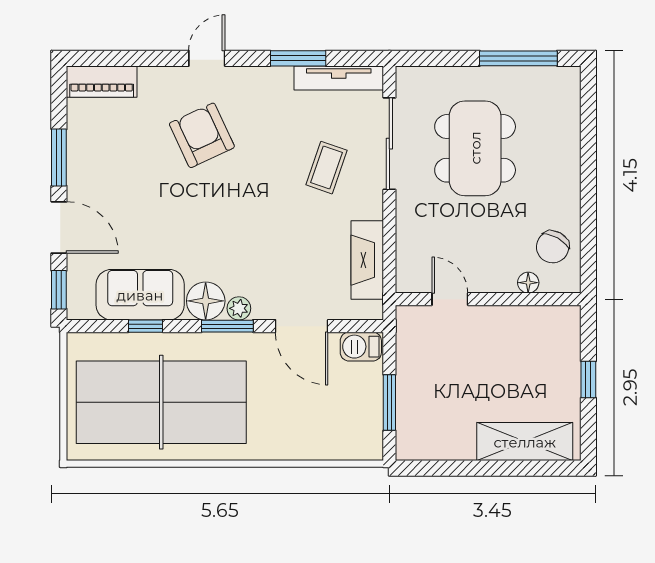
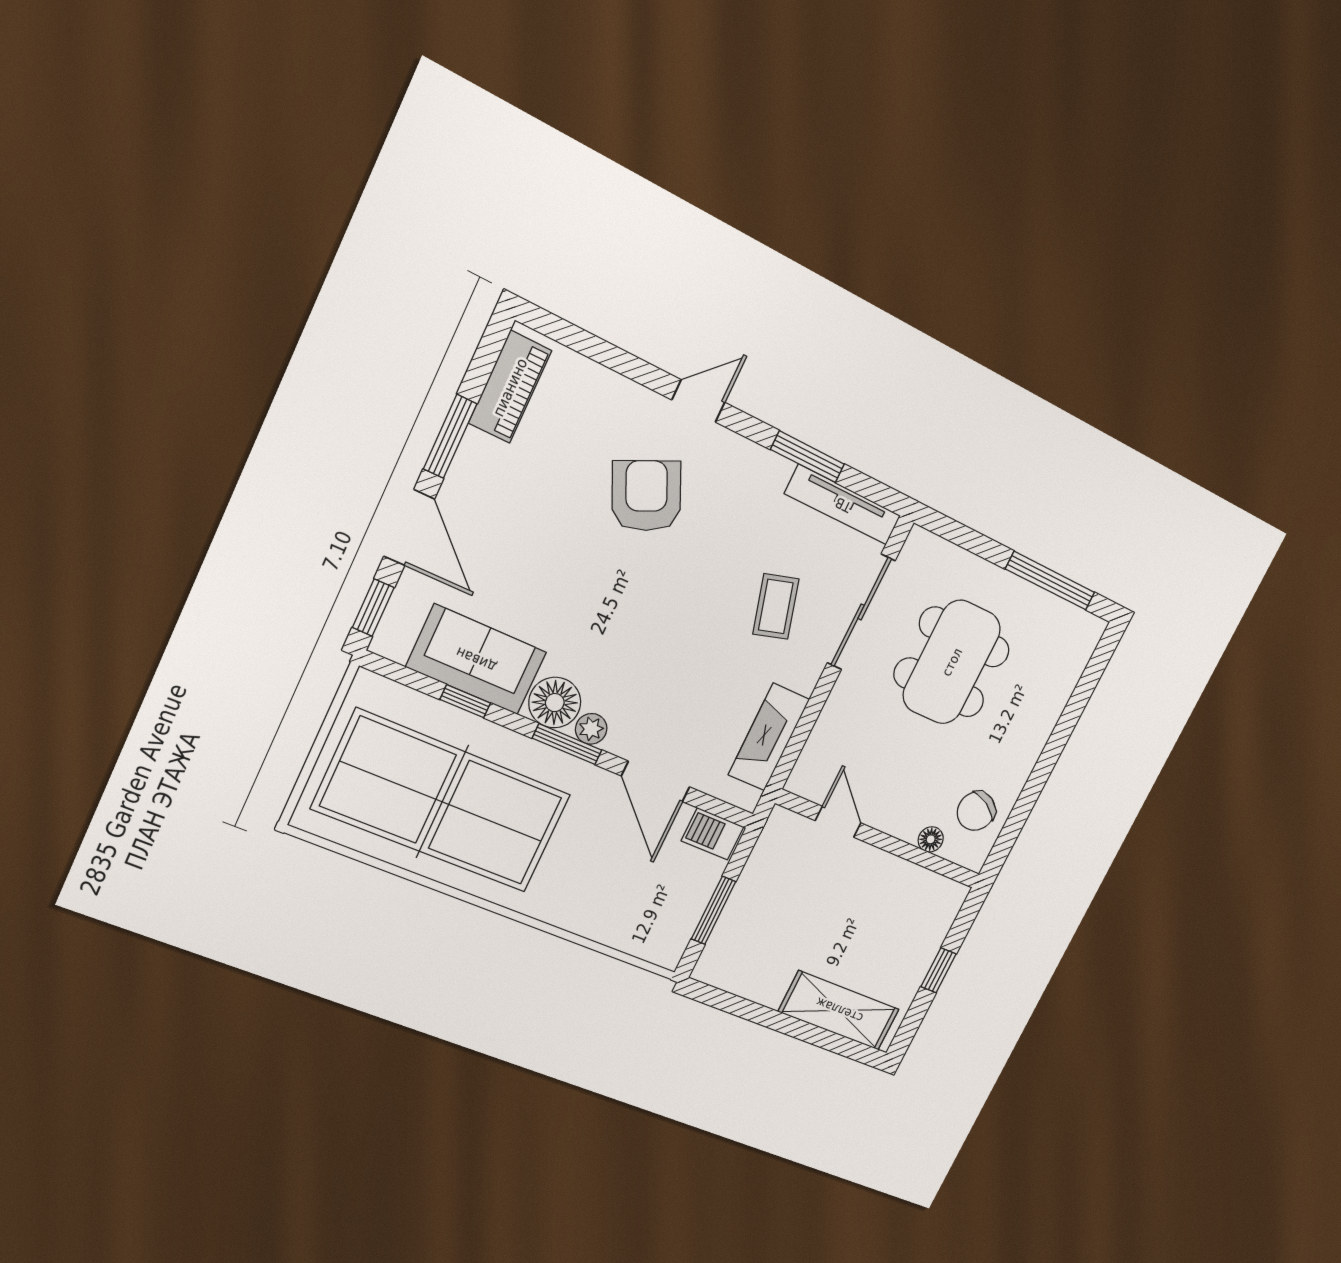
piano: (102, 82) -> (510, 387), moved, turned -90
coffee table: (326, 168) -> (776, 606), turned -35

